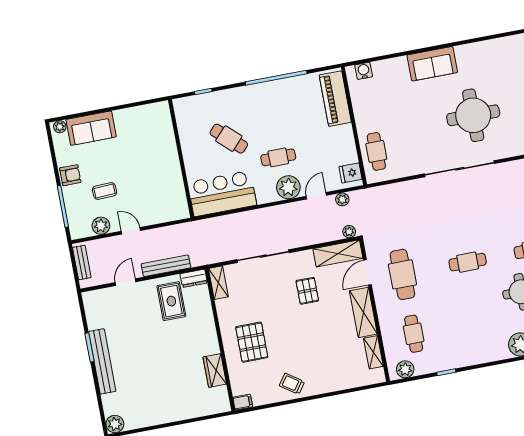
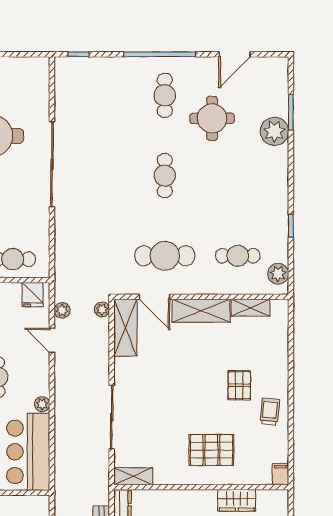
plant: (288, 187) -> (42, 404), moved, width x0.53, depth x0.53
pallet: (307, 291) -> (239, 385), moved, turned 90
trolley: (292, 384) -> (270, 412), turned 150

